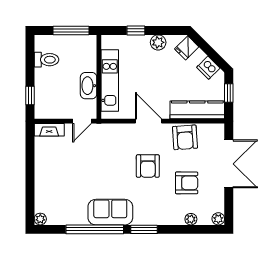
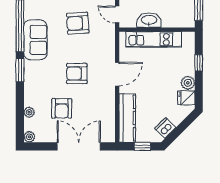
fridge: (187, 48) -> (186, 98), moved, turned -45
armchair: (185, 137) -> (78, 23), moved
double door: (229, 164) -> (79, 146), swing flipped

